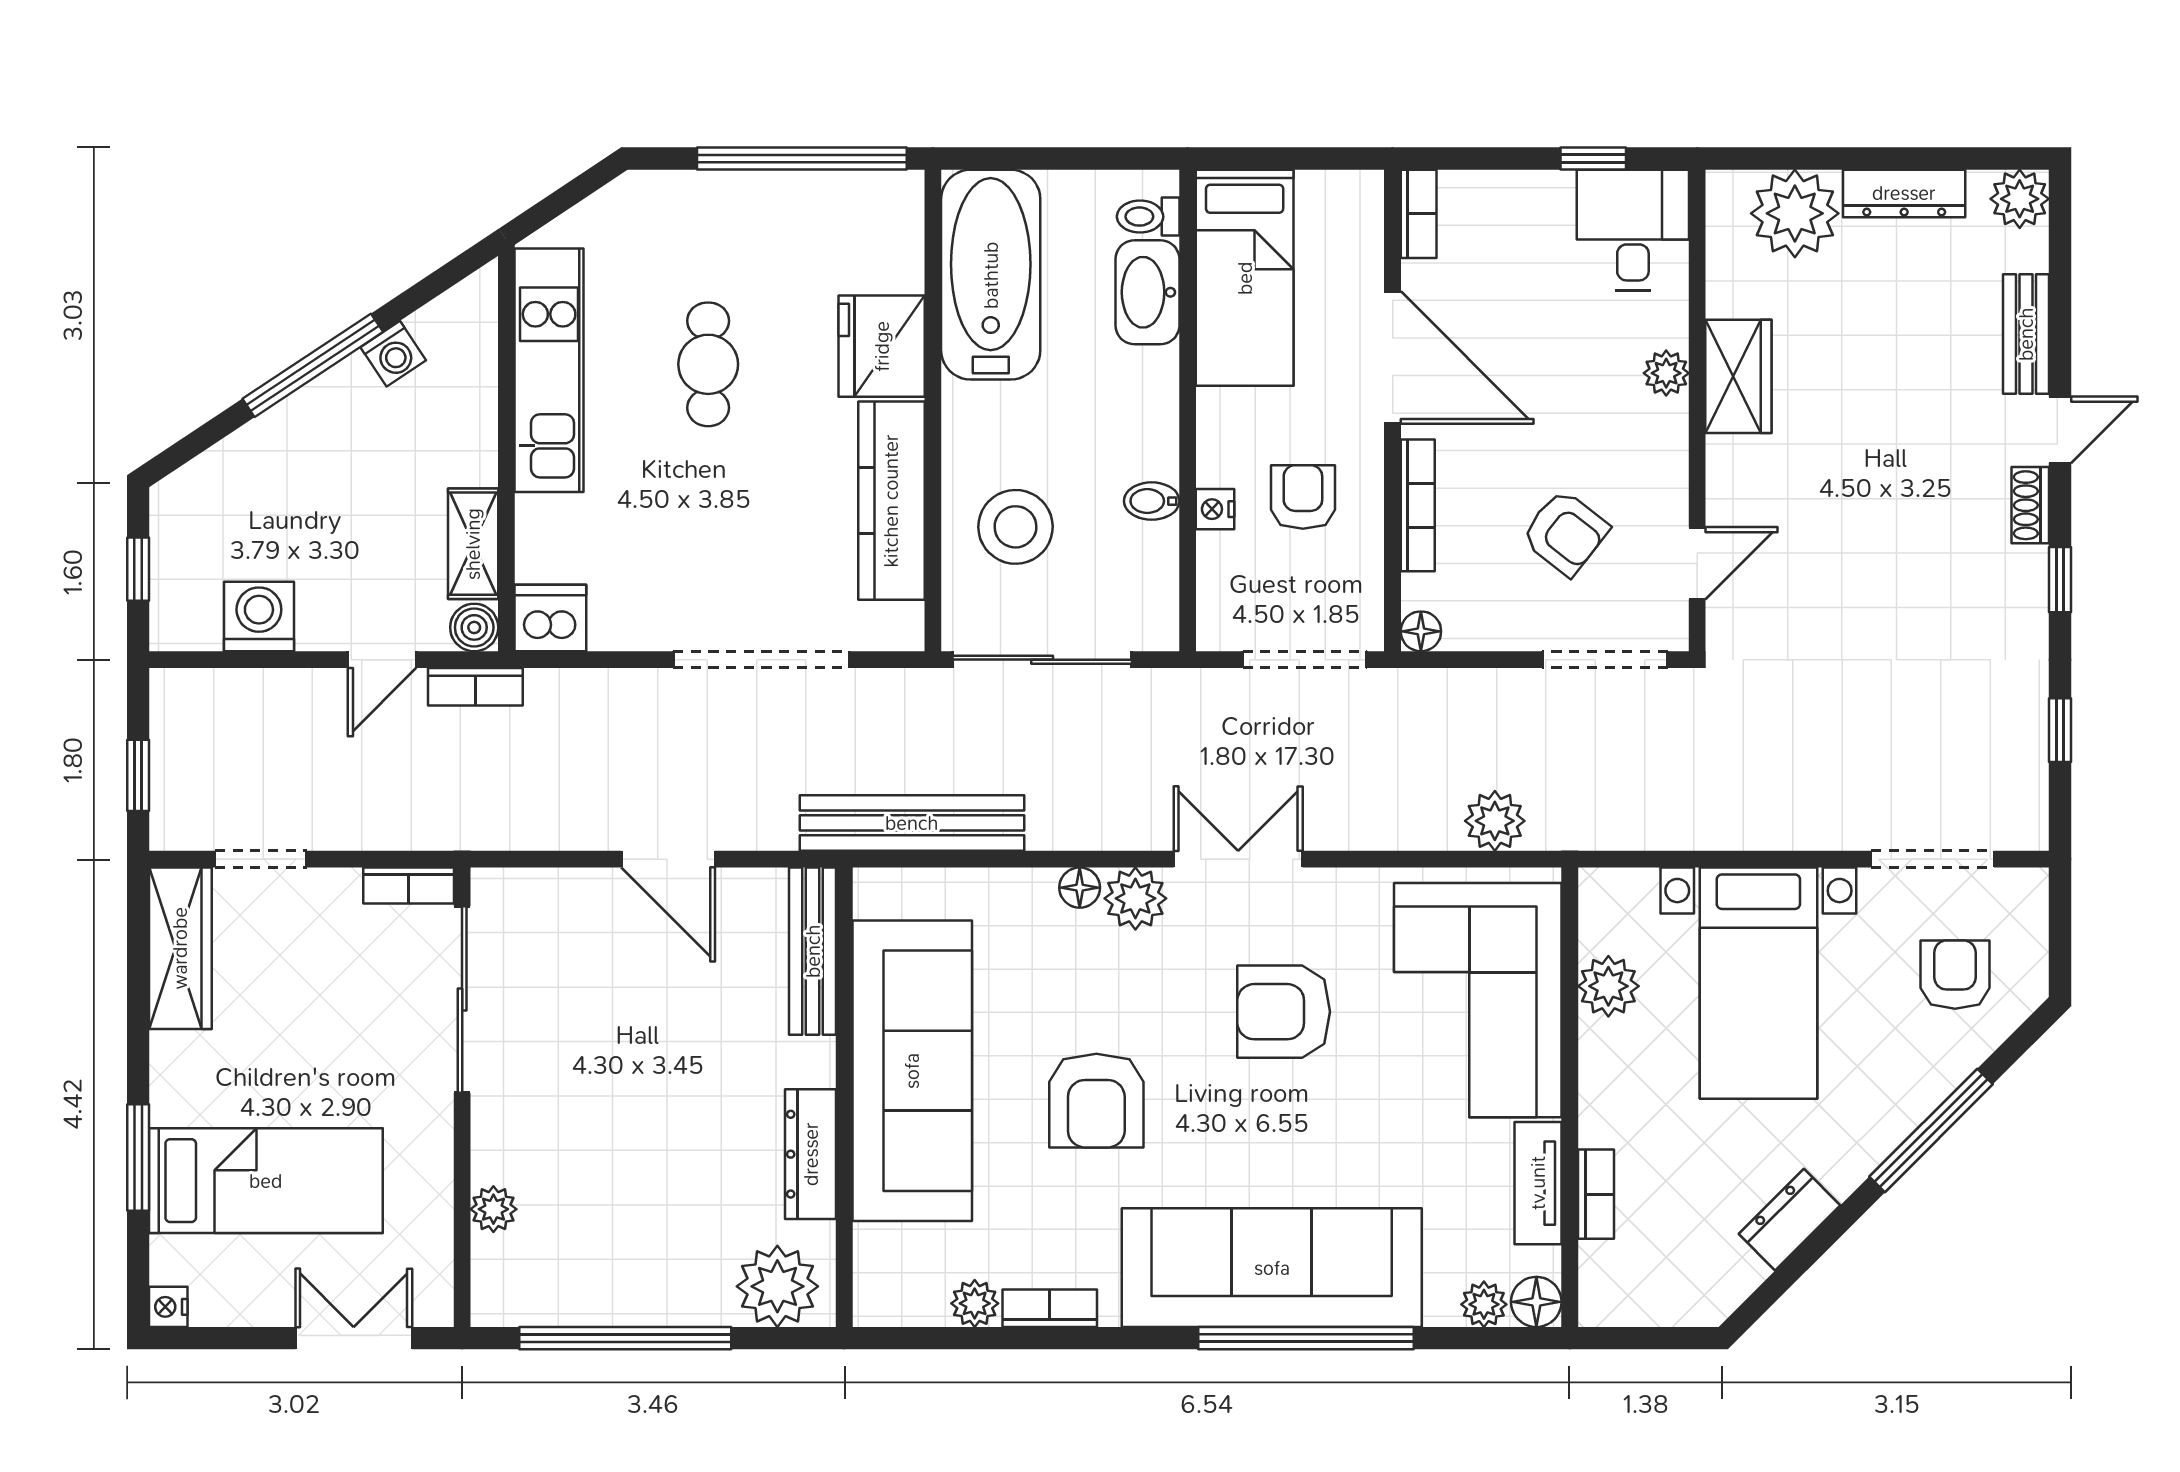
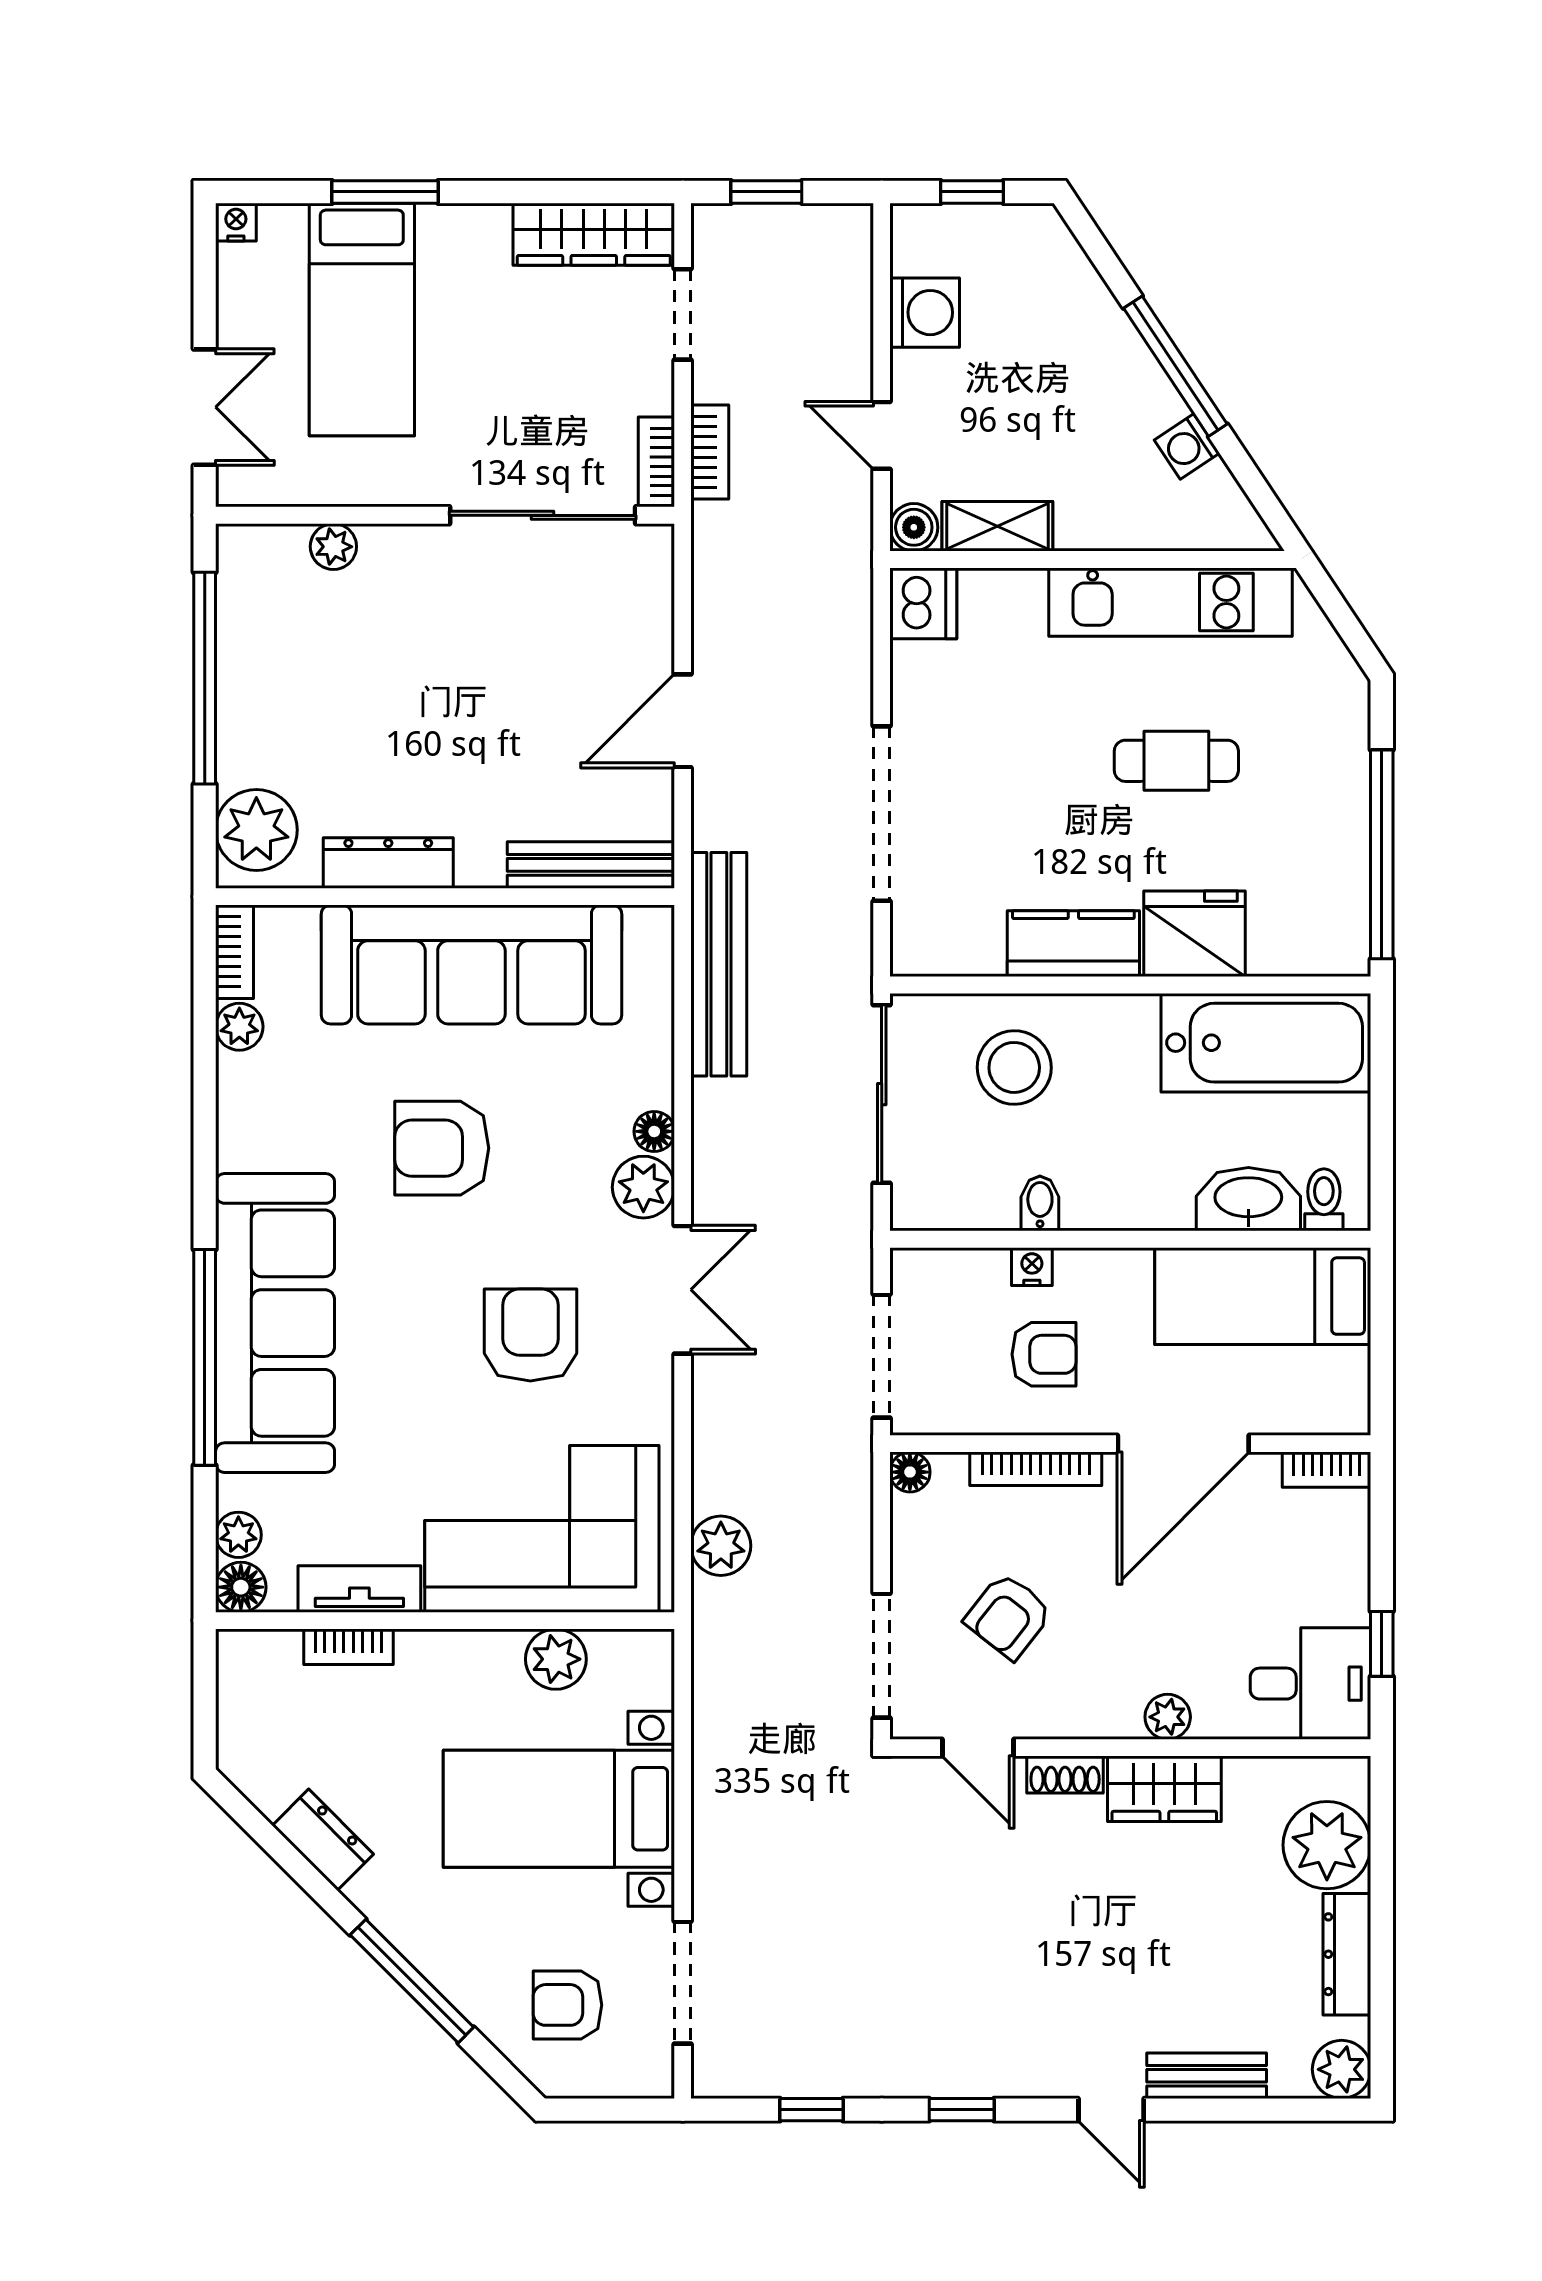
kitchen counter: (891, 501) -> (1073, 944), width x0.67
shoe rack: (2030, 505) -> (1065, 1774), moved, turned 180
bookcase: (475, 687) -> (710, 452), moved, turned 180
armchair: (1955, 975) -> (567, 2005), turned 180
bookcase: (1050, 1308) -> (234, 952), moved

